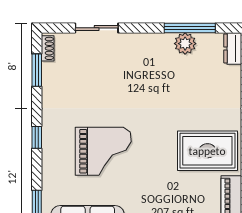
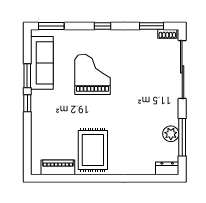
sliding door: (97, 28) -> (182, 69), width x1.86
grand piano: (103, 151) -> (92, 74), turned 180

